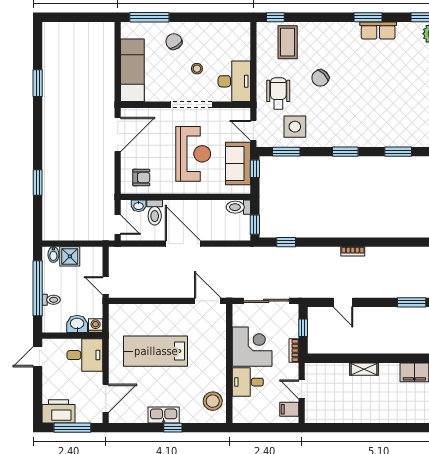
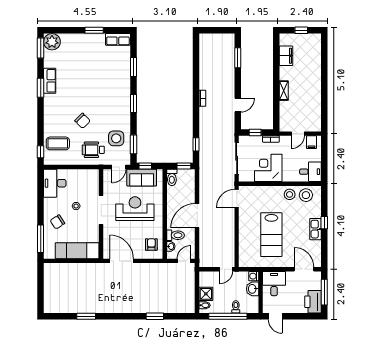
desk: (234, 81) -> (55, 183), moved, turned -90
stool: (214, 377) -> (290, 194), added
desk: (248, 382) -> (310, 172), moved, turned -90

